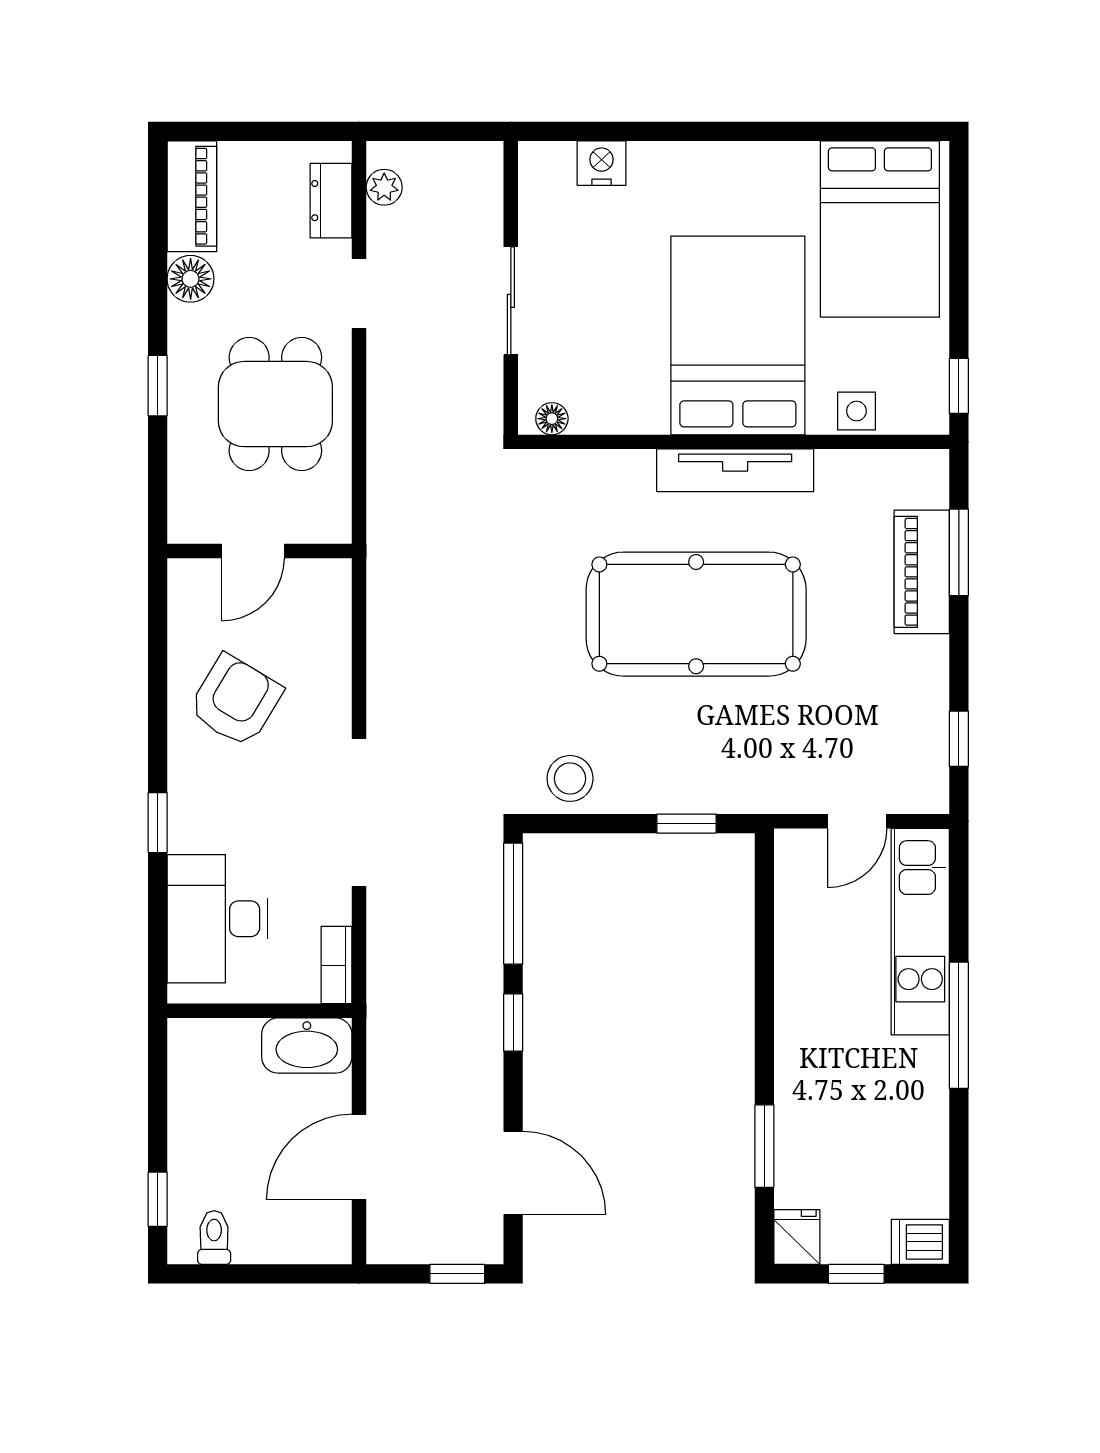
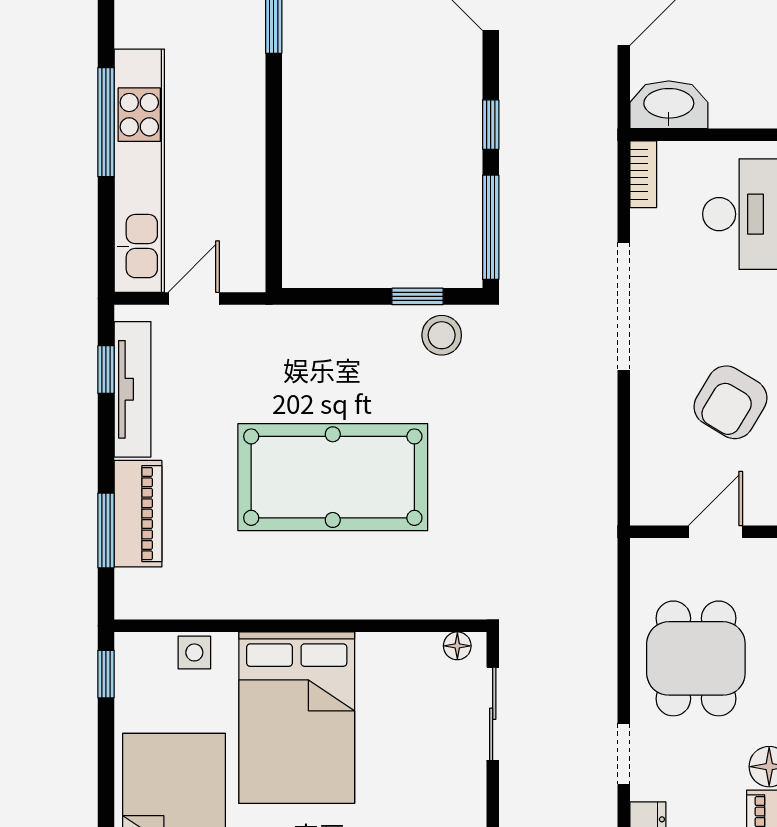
sliding door: (511, 301) -> (493, 714), moved
tv unit: (735, 470) -> (133, 389), moved, turned 90
window: (687, 824) -> (418, 296), moved
kitchen unit: (920, 932) -> (139, 171), width x1.36

